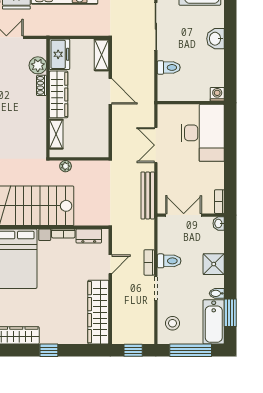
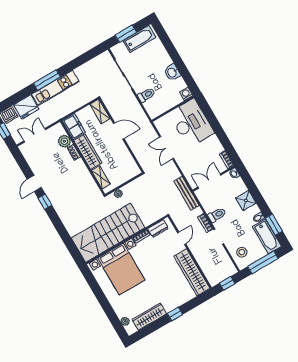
washbasin: (216, 39) -> (172, 72), moved
bench: (148, 195) -> (187, 193), moved

